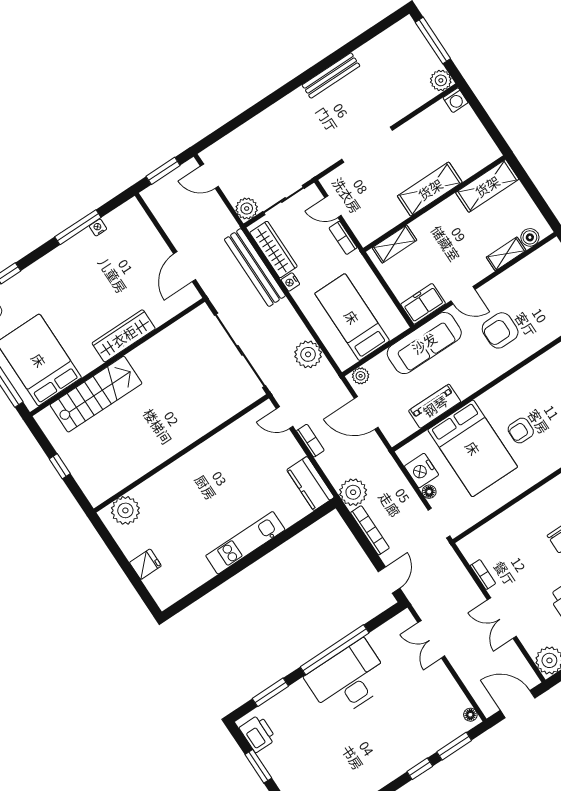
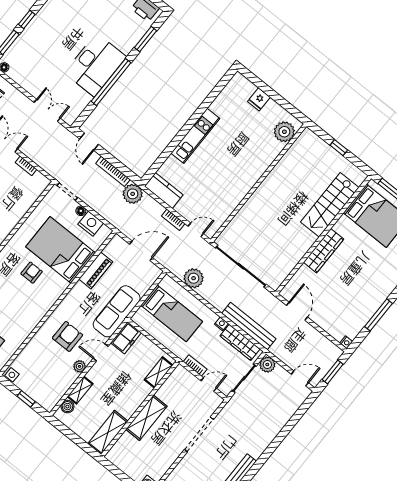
nightstand: (98, 227) -> (346, 342), moved
plant: (361, 376) -> (80, 366), moved

